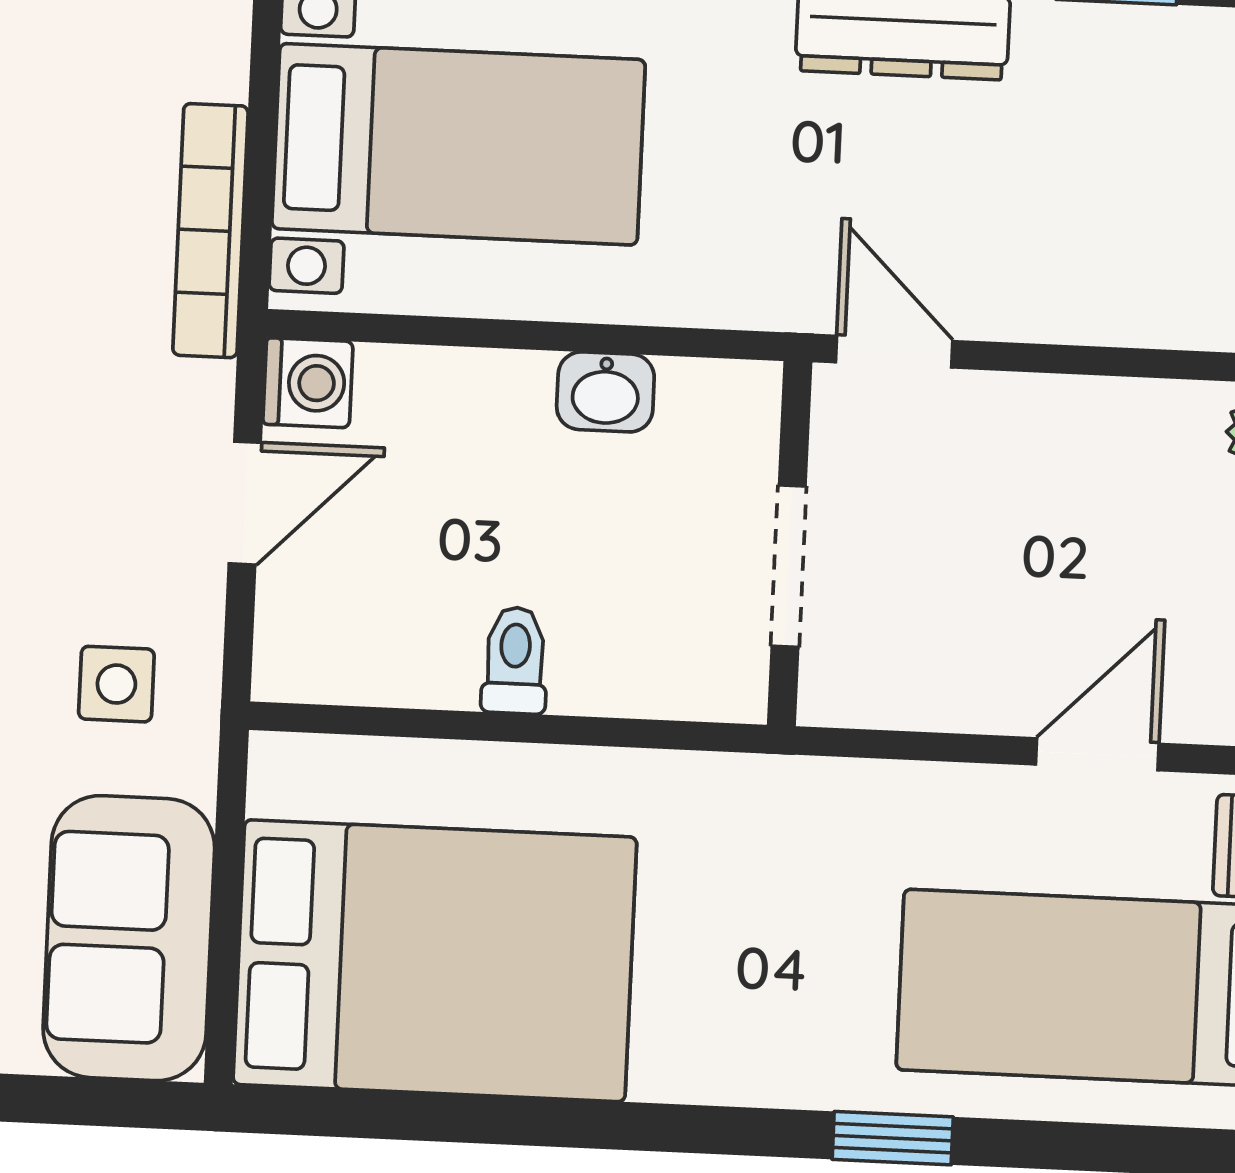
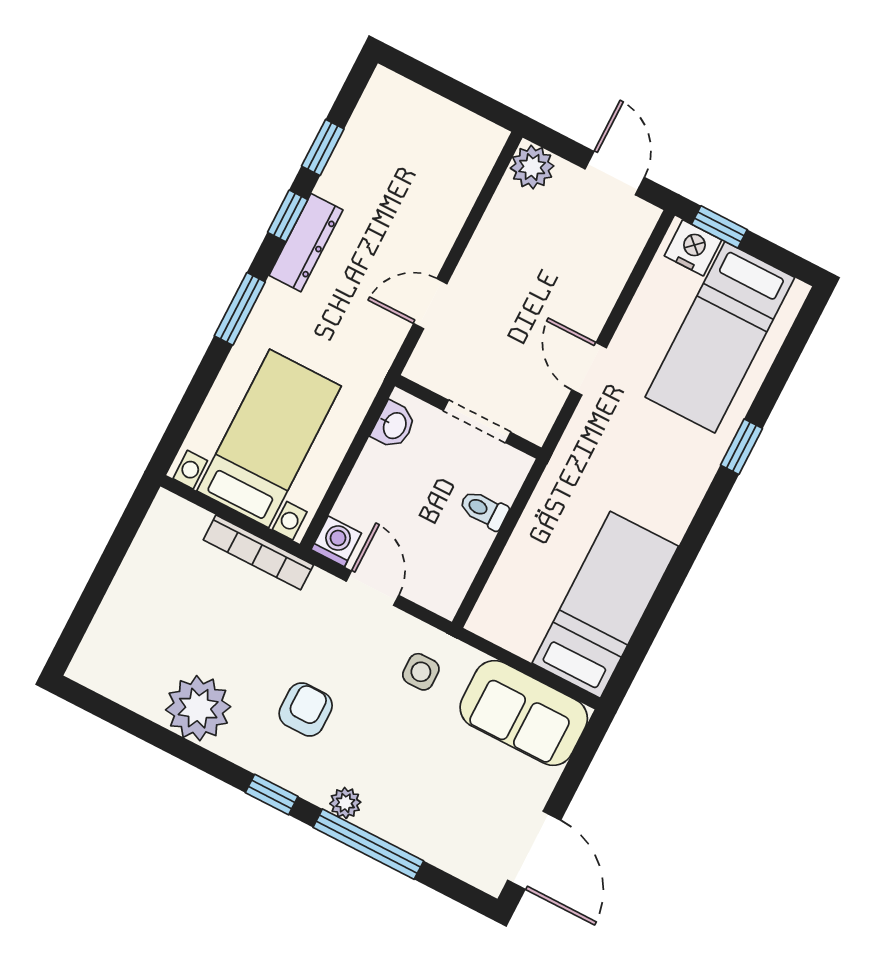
wall: (790, 544) -> (468, 417), moved
doorway: (789, 566) -> (477, 421), moved
door: (1097, 754) -> (589, 369), moved
bed: (435, 961) -> (605, 605), width x0.67

